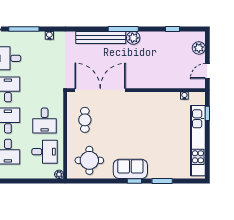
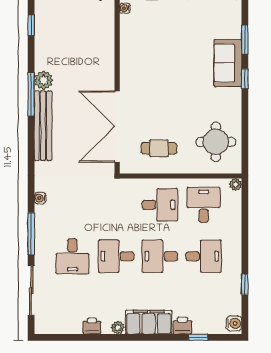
sofa: (130, 169) -> (228, 63), moved

